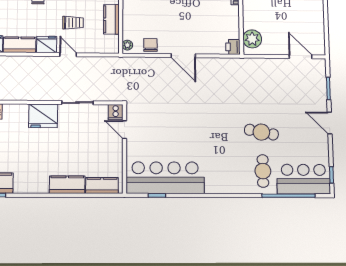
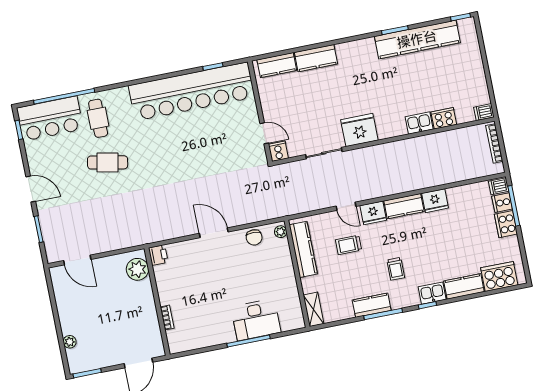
kitchen counter: (111, 19) -> (303, 249), width x1.50
bar counter: (165, 178) -> (192, 91), width x1.36

